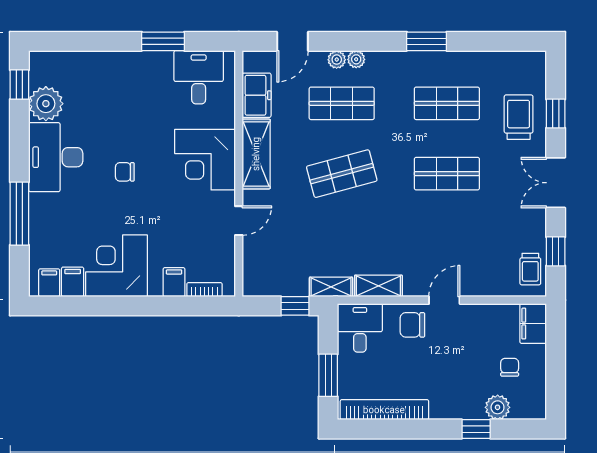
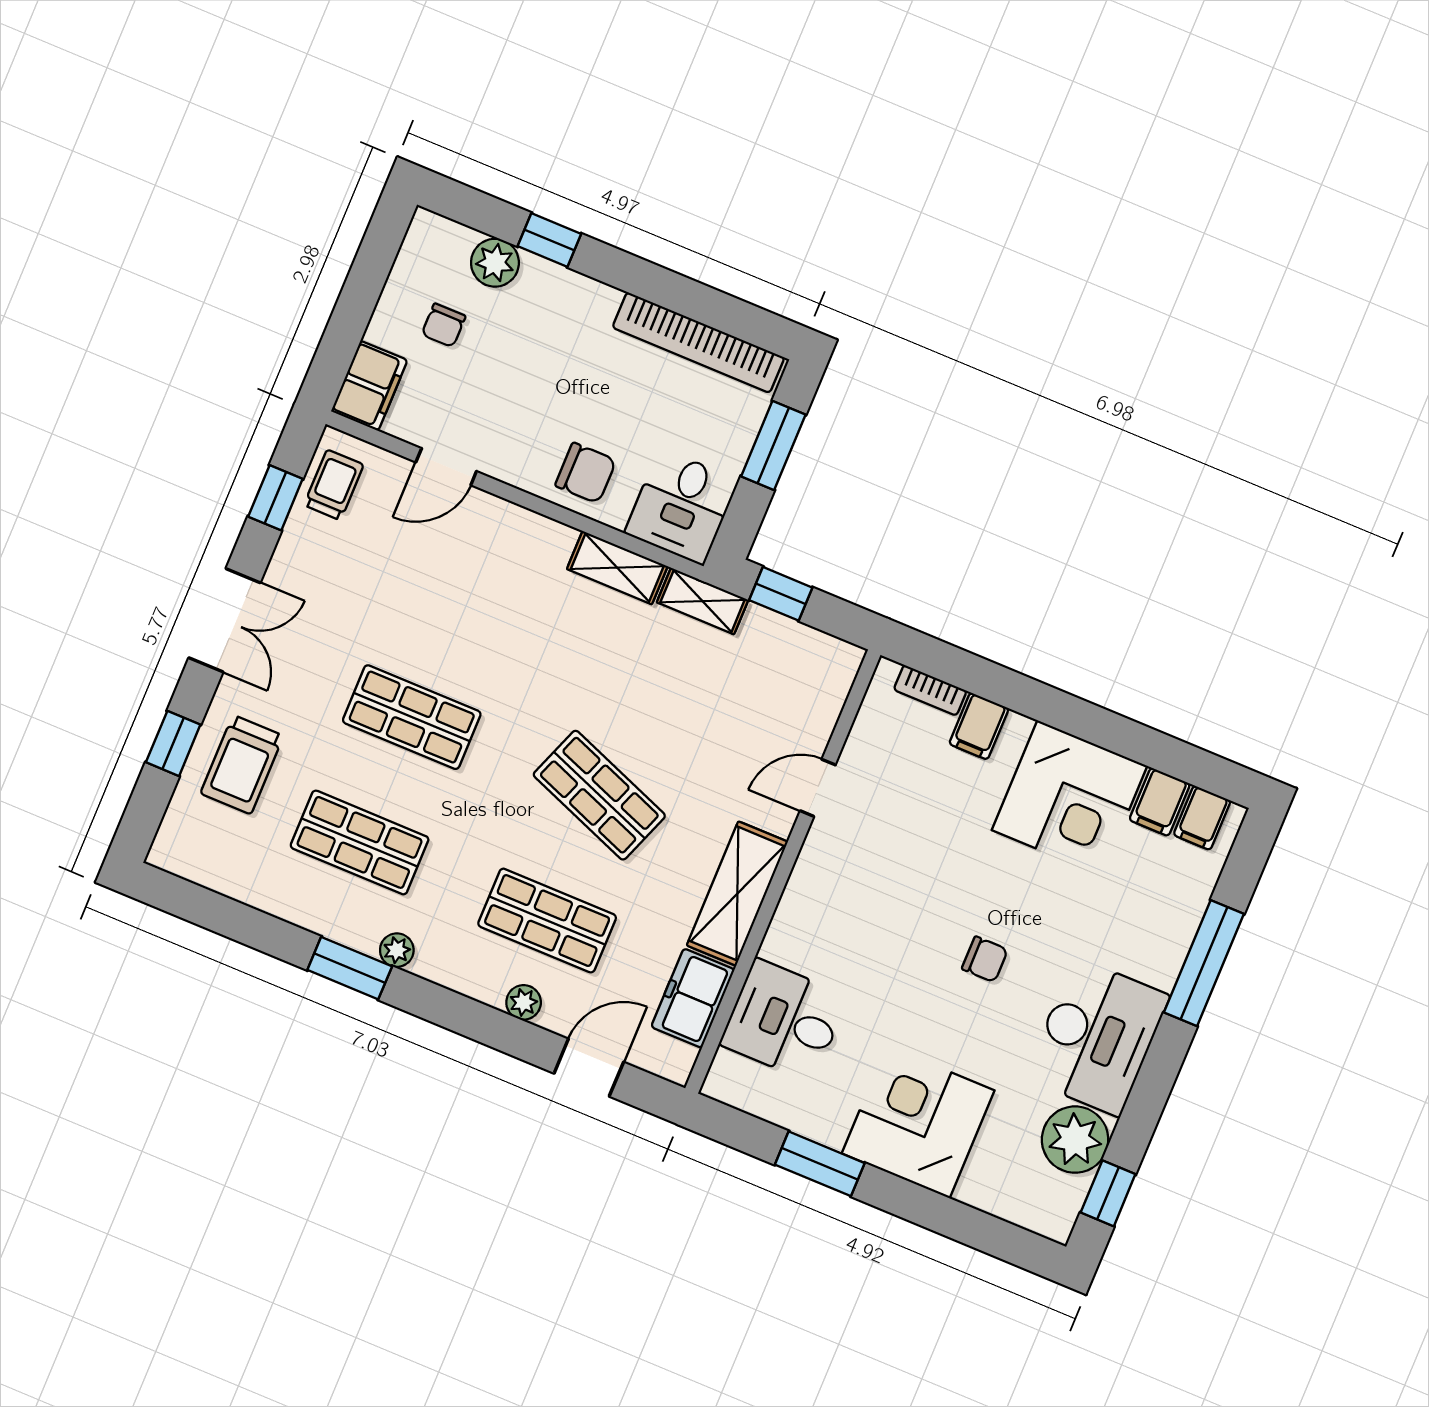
plant: (356, 59) -> (397, 950), moved
desk: (199, 77) -> (784, 1020), moved, turned 90
corner desk: (205, 160) -> (918, 1122), moved, turned -90
shop shelf: (342, 174) -> (599, 795), turned 36
door: (444, 300) -> (446, 467), moved

